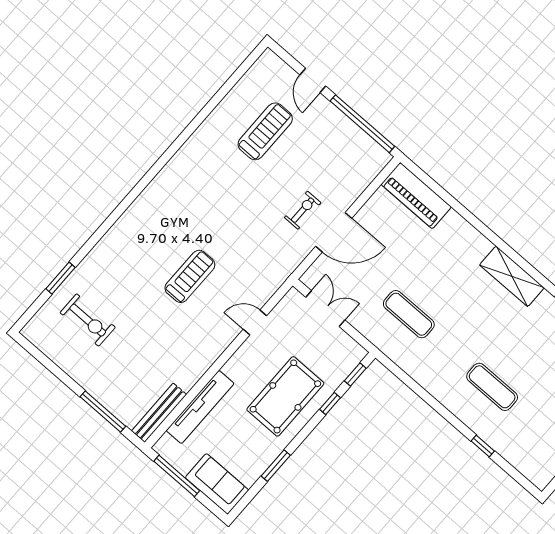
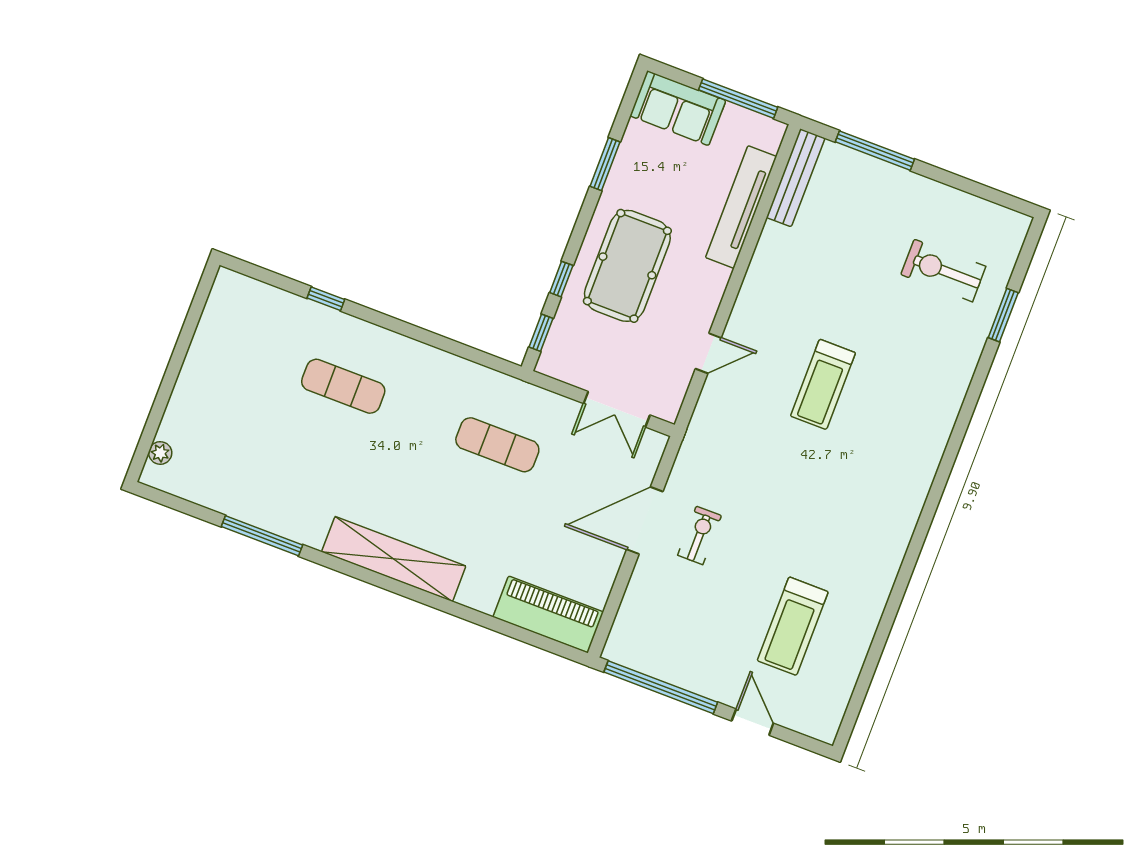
exercise bike: (303, 210) -> (700, 535), turned 180
shelving: (512, 276) -> (394, 559), width x1.47

